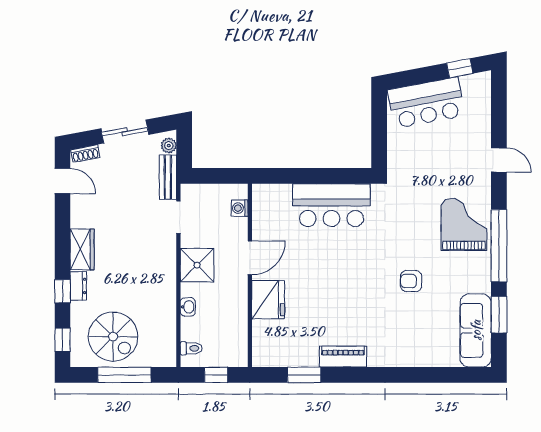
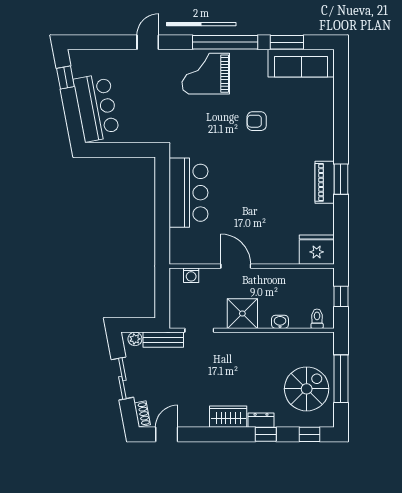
armchair: (411, 281) -> (257, 121), turned 90
fridge: (268, 300) -> (317, 250), moved
window: (304, 375) -> (341, 179), moved

